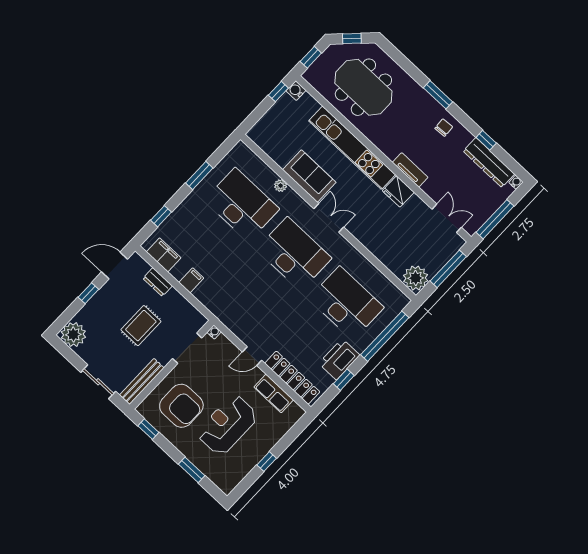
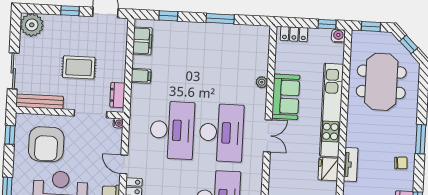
locker: (264, 126) -> (294, 34), added
desk: (242, 205) -> (172, 130), moved
dresser: (158, 282) -> (117, 95), moved

